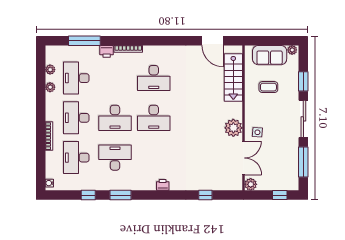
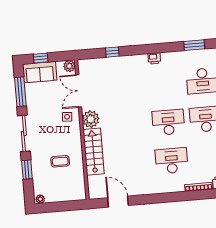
sofa: (270, 55) -> (40, 72), moved, turned 180
stairs: (233, 78) -> (94, 152), moved

